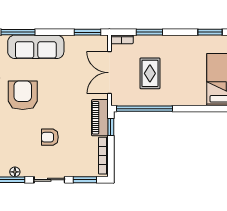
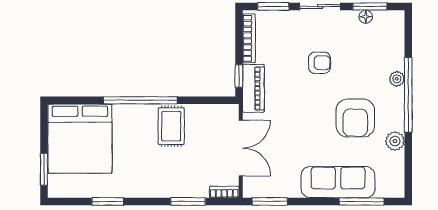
rug: (150, 73) -> (171, 126), moved
window: (144, 109) -> (140, 100), moved

